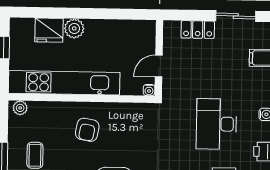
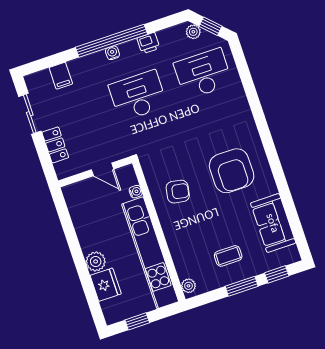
water cooler: (149, 90) -> (136, 192), moved
desk: (216, 124) -> (138, 96), turned 180
armchair: (87, 130) -> (178, 192), moved

